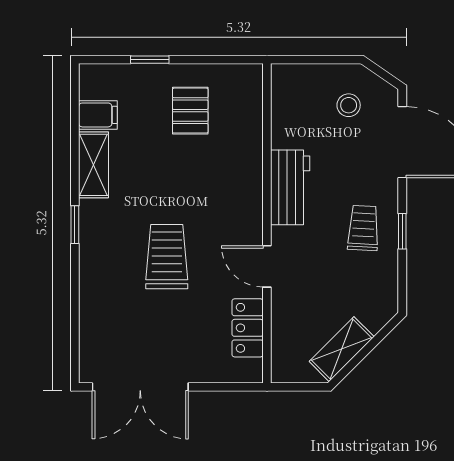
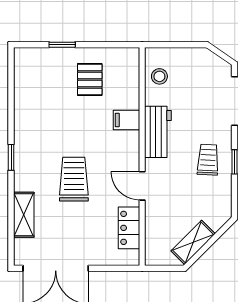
stool: (349, 105) -> (159, 76), moved
filing cabinet: (98, 115) -> (126, 120), moved, turned 180
shelving: (94, 165) -> (24, 215), moved

